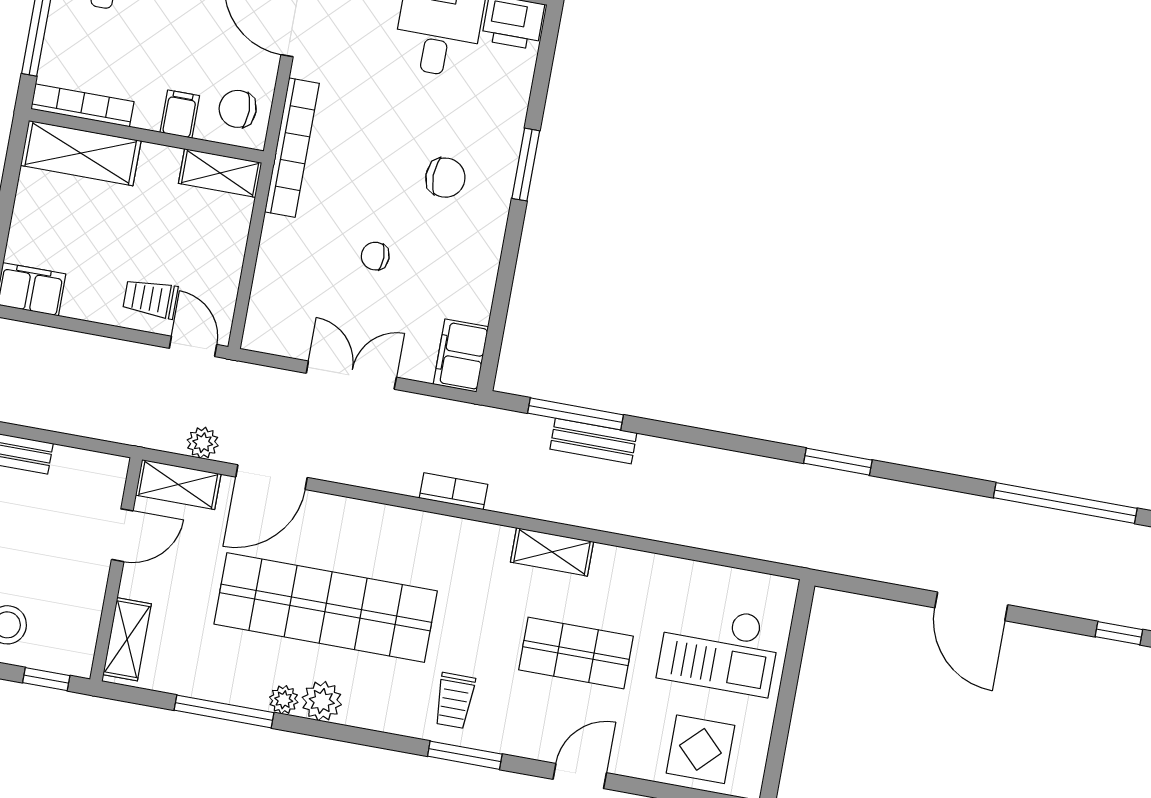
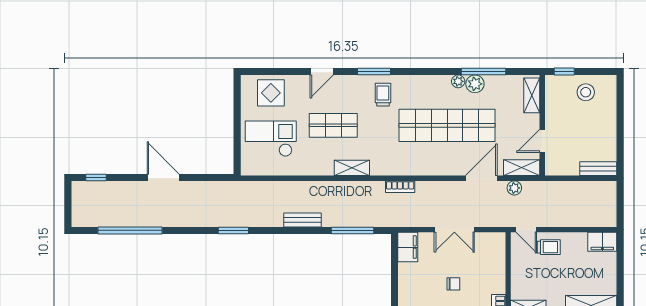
bench: (593, 441) -> (303, 220), moved
plant: (322, 701) -> (475, 84), moved

